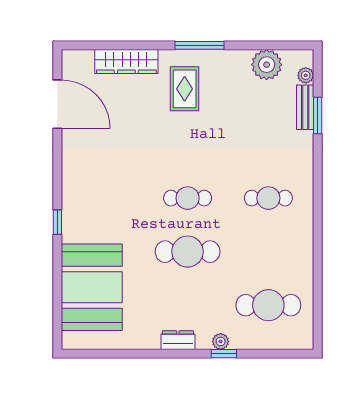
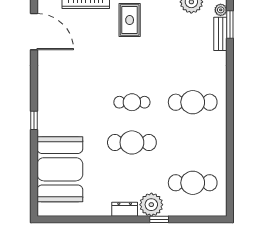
window: (318, 116) -> (230, 25), moved
cafe table: (268, 198) -> (193, 102), width x1.37, depth x1.35
plant: (221, 341) -> (151, 205), width x1.88, depth x1.88

